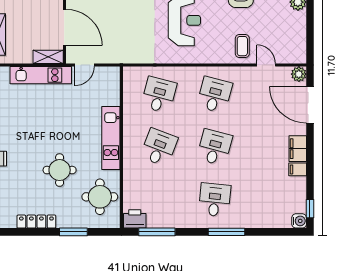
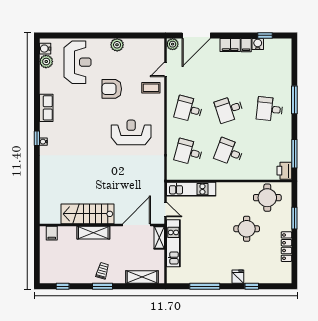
kitchen unit: (111, 138) -> (191, 189), moved
desk: (215, 147) -> (229, 109), turned -33
window: (310, 209) -> (265, 35), moved
water cooler: (299, 221) -> (258, 44), moved

